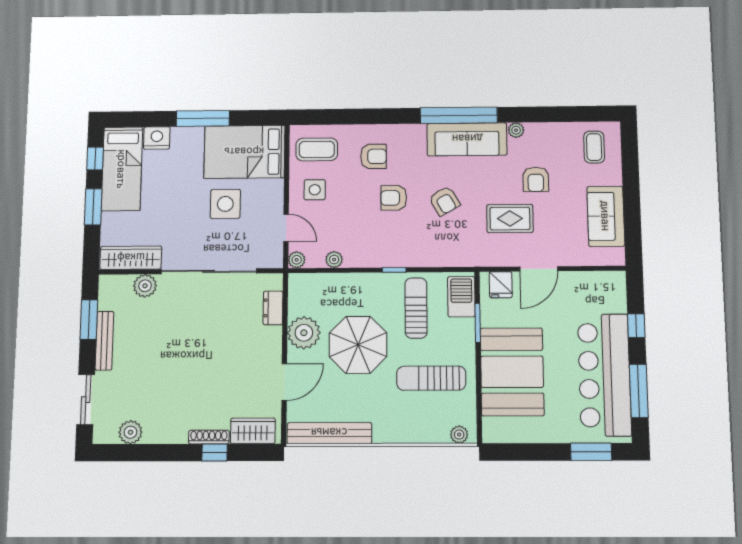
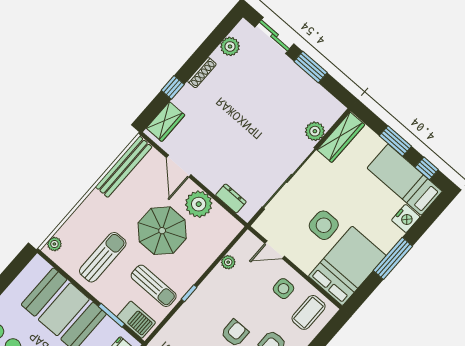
plant: (297, 260) -> (248, 239), removed
window: (89, 320) -> (311, 67), moved
bench: (104, 341) -> (302, 77), removed
shoe rack: (209, 437) -> (202, 73), moved

